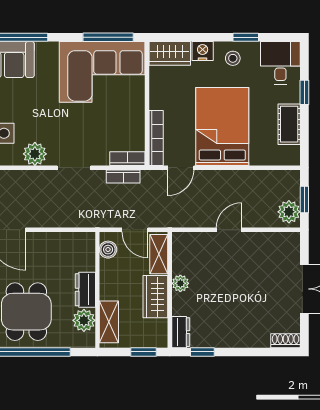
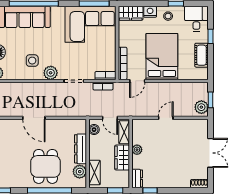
dresser: (85, 290) -> (81, 149), width x1.44

